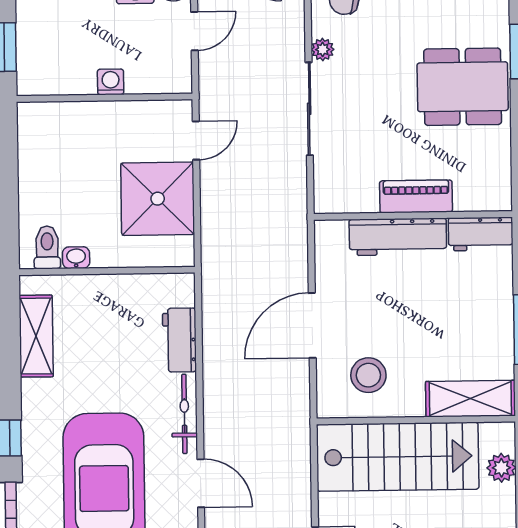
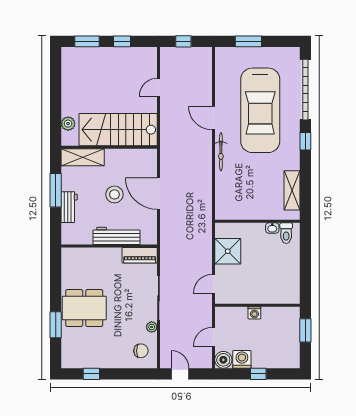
piano: (416, 196) -> (140, 255), moved
shower: (158, 199) -> (228, 251), width x0.73, depth x0.73
workbench: (481, 234) -> (69, 207), moved, turned 90
door: (312, 325) -> (159, 194), swing flipped
workbench: (179, 340) -> (223, 187), removed
stool: (368, 375) -> (114, 194), moved

